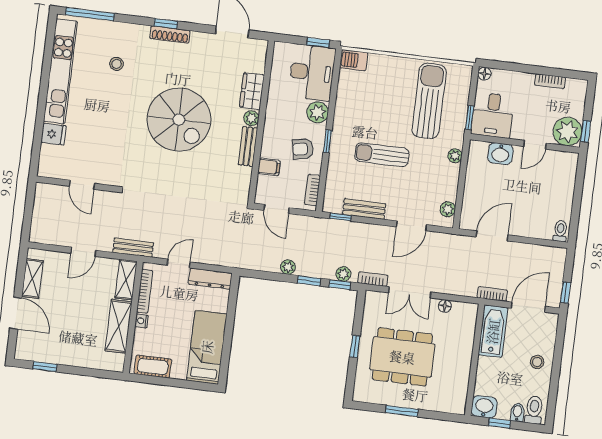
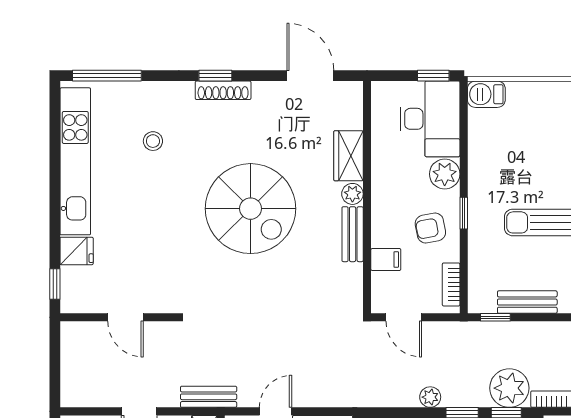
window: (35, 155) -> (55, 284), added
plant: (343, 274) -> (509, 388), width x1.88, depth x1.88

